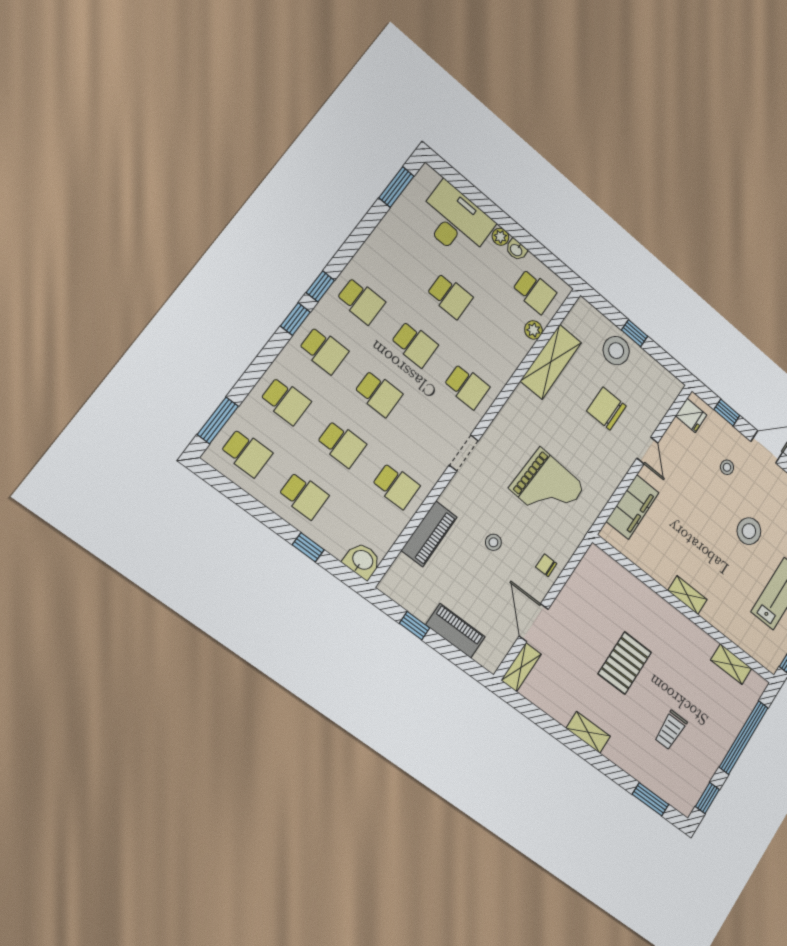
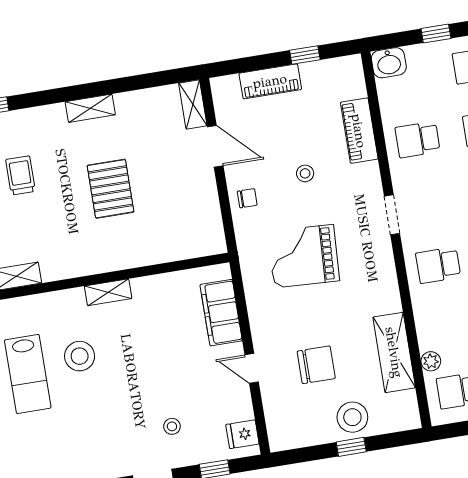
stool: (749, 531) -> (80, 356), moved

